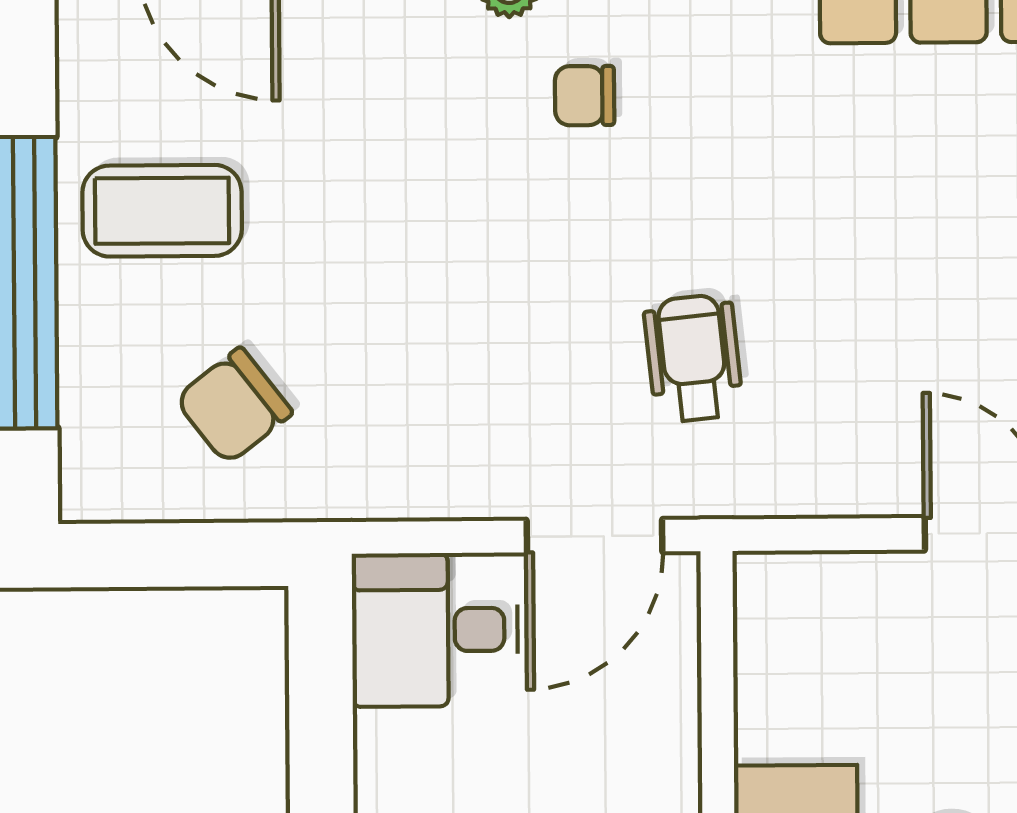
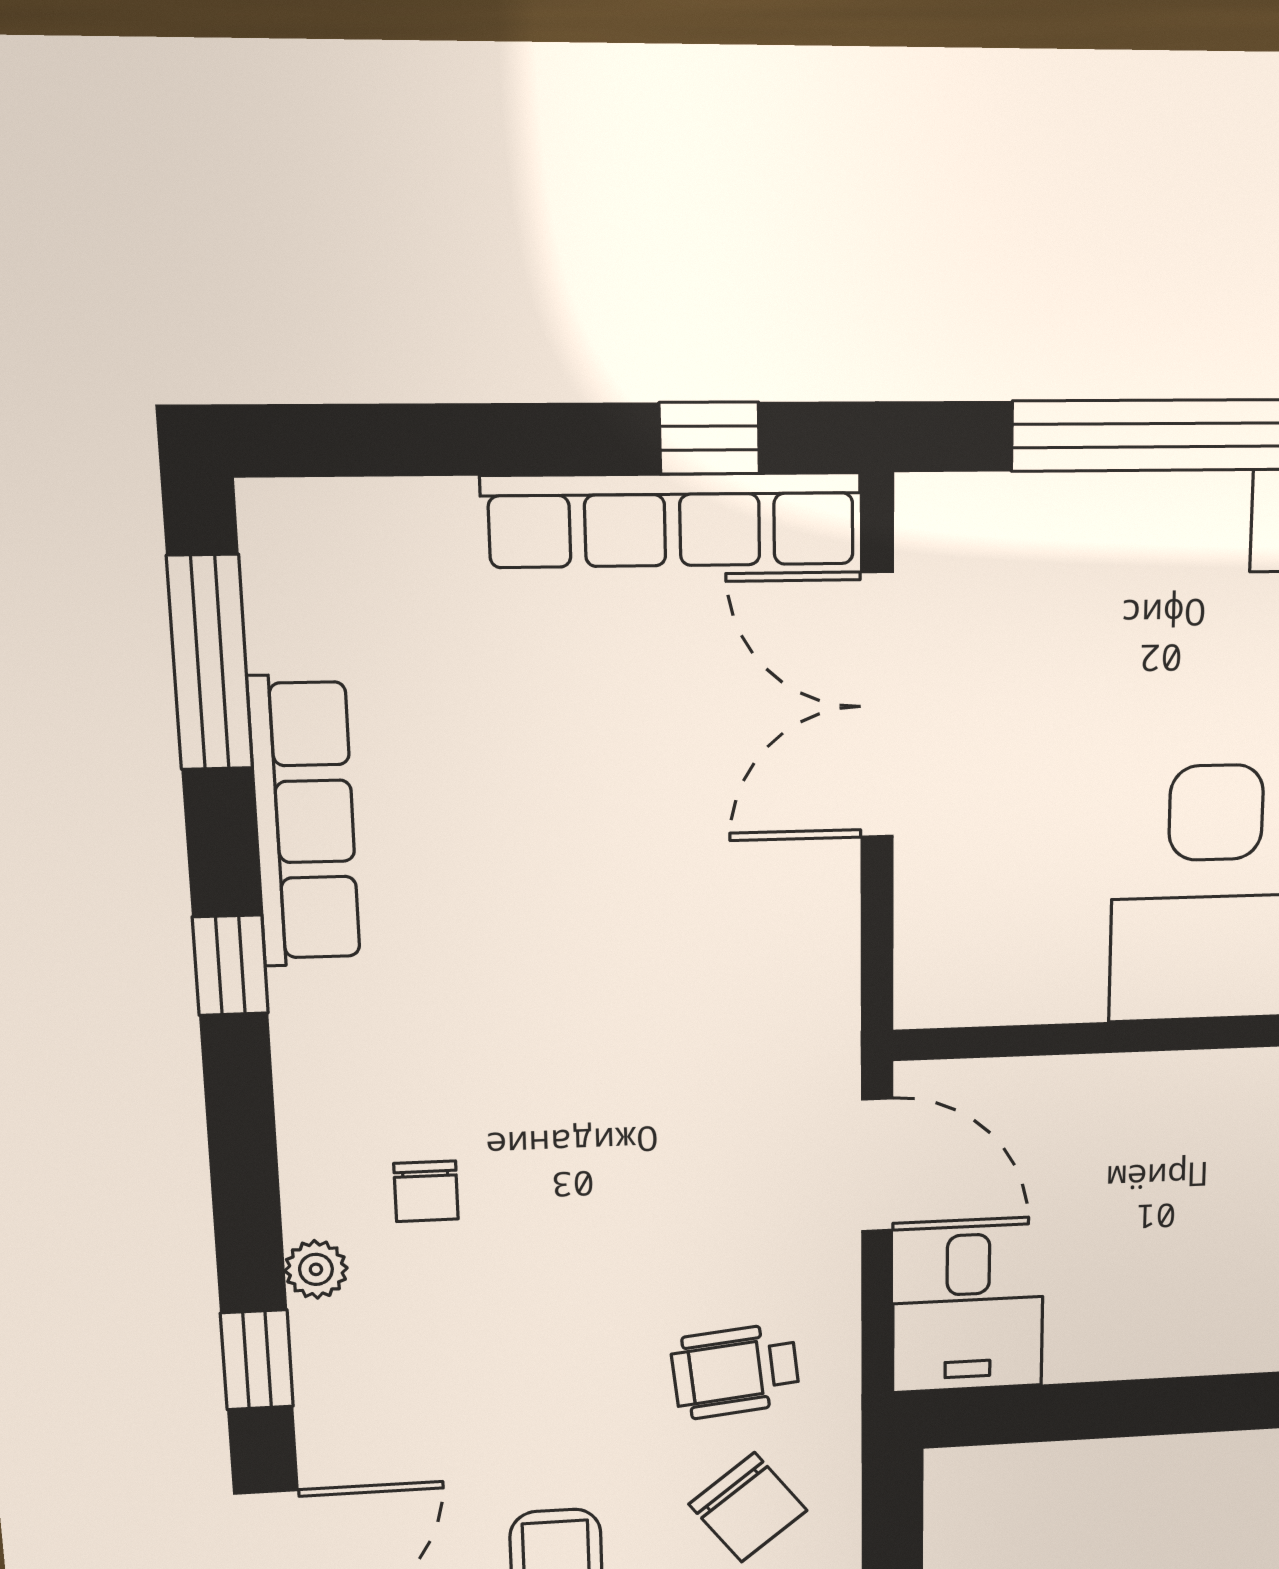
wheelchair: (693, 358) -> (735, 1371), moved

